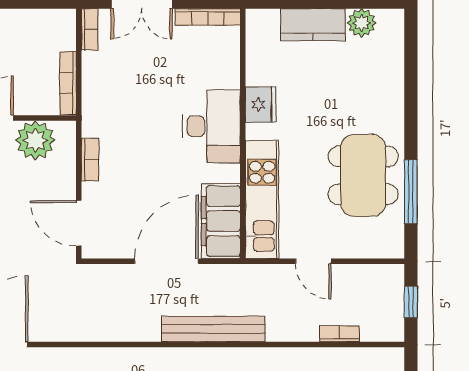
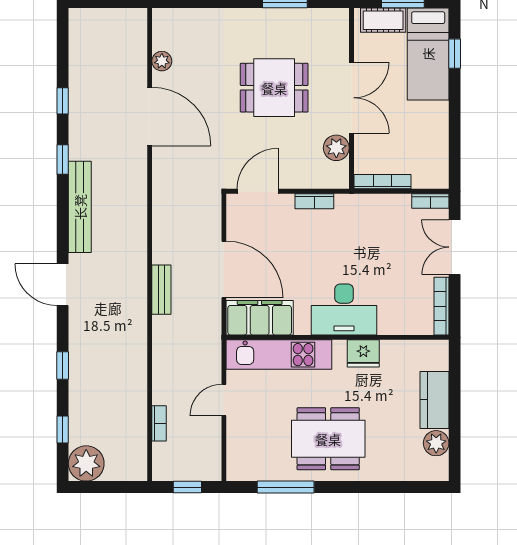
plant: (35, 140) -> (336, 148), width x0.73, depth x0.73
dining table: (363, 175) -> (328, 439), moved
bench: (213, 329) -> (161, 290), width x0.54, depth x0.82

